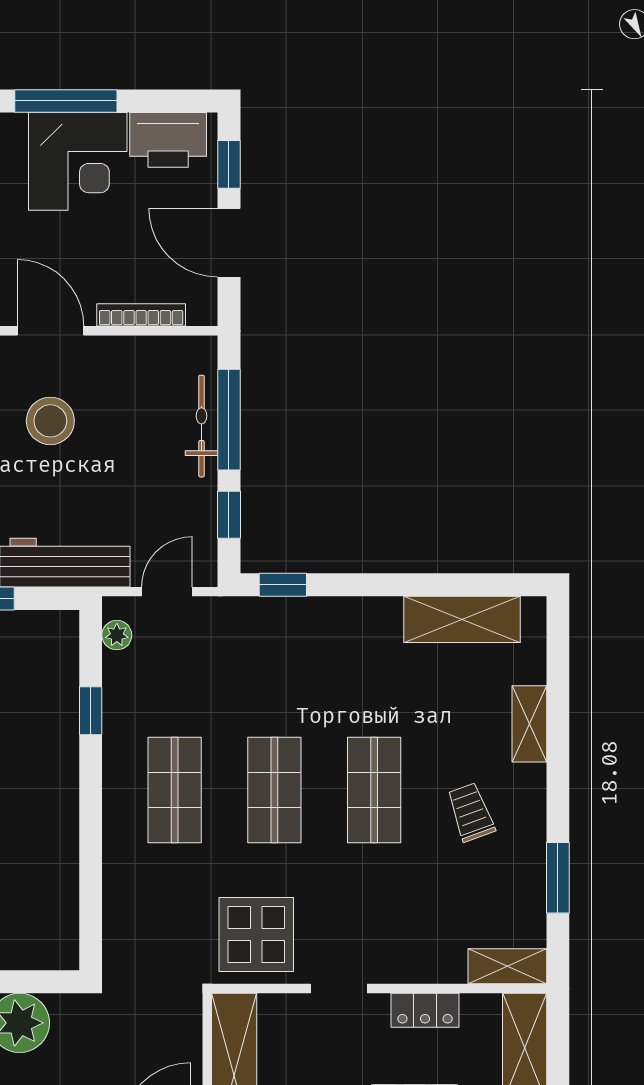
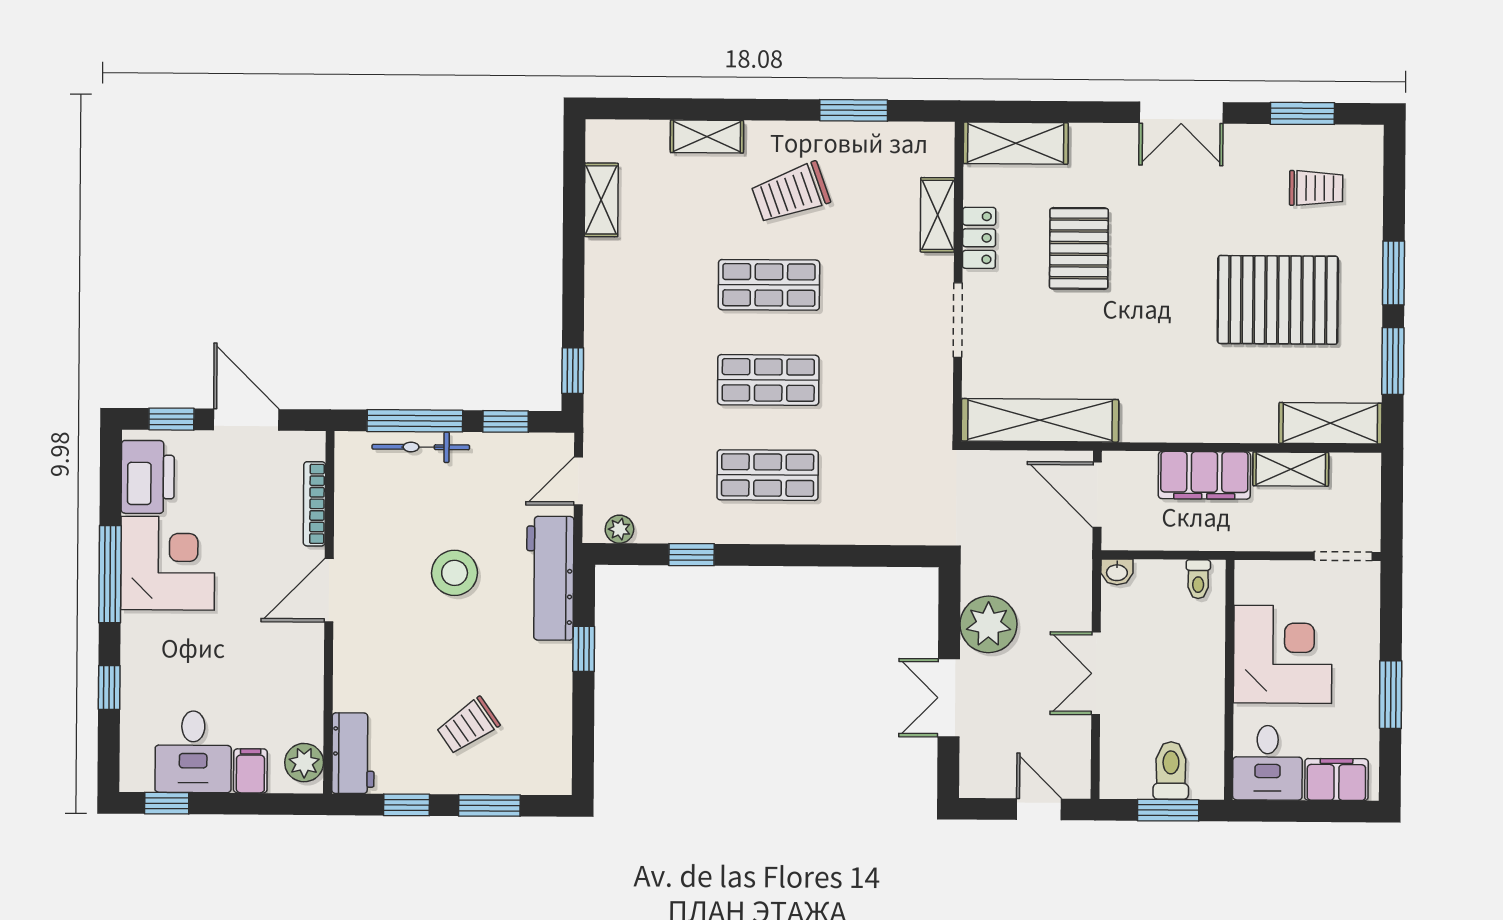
door: (229, 243) -> (246, 420), swing flipped
stool: (50, 421) -> (455, 573), moved
door: (167, 592) -> (578, 481), hinge flipped
shelving: (462, 619) -> (601, 200), width x0.67, depth x0.75
trolley: (471, 812) -> (791, 193), width x1.36, depth x1.39
display table: (256, 934) -> (906, 398), removed
shelving: (507, 966) -> (937, 215), moved
doorway: (339, 989) -> (958, 320), width x1.38

